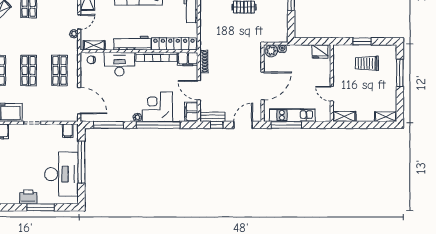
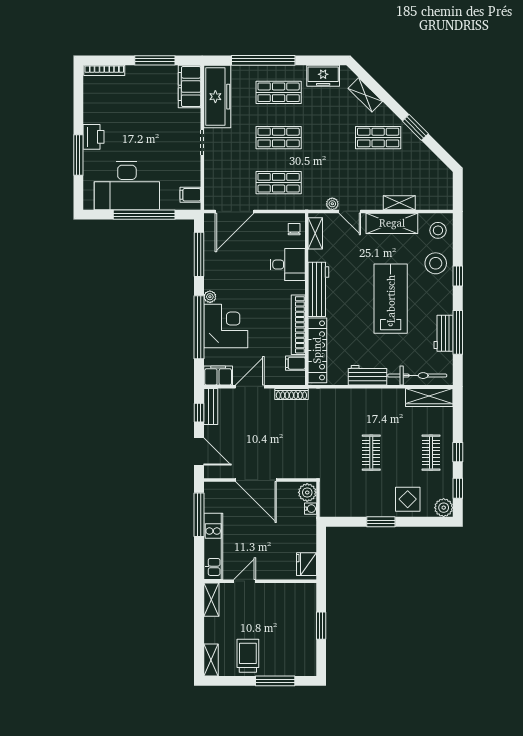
filing cabinet: (188, 59) -> (295, 363), width x0.50
trolley: (367, 63) -> (248, 656), moved
desk: (119, 64) -> (288, 265), width x0.73
kitchen unit: (292, 115) -> (213, 546), moved

